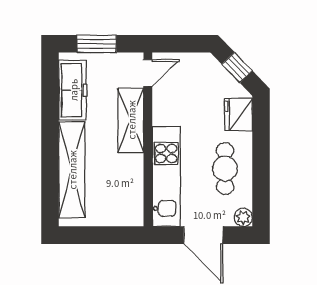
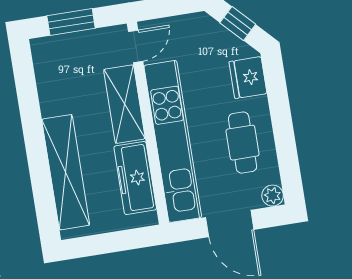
freezer: (73, 90) -> (135, 178), moved, turned 180
kitchen unit: (166, 176) -> (173, 141), width x1.36

